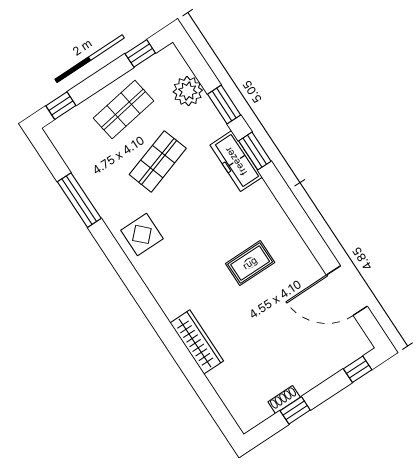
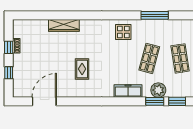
plant: (188, 91) -> (158, 90), moved
window: (255, 151) -> (177, 101), moved
shop shelf: (158, 161) -> (149, 58), turned 33
window: (358, 369) -> (9, 73), moved

